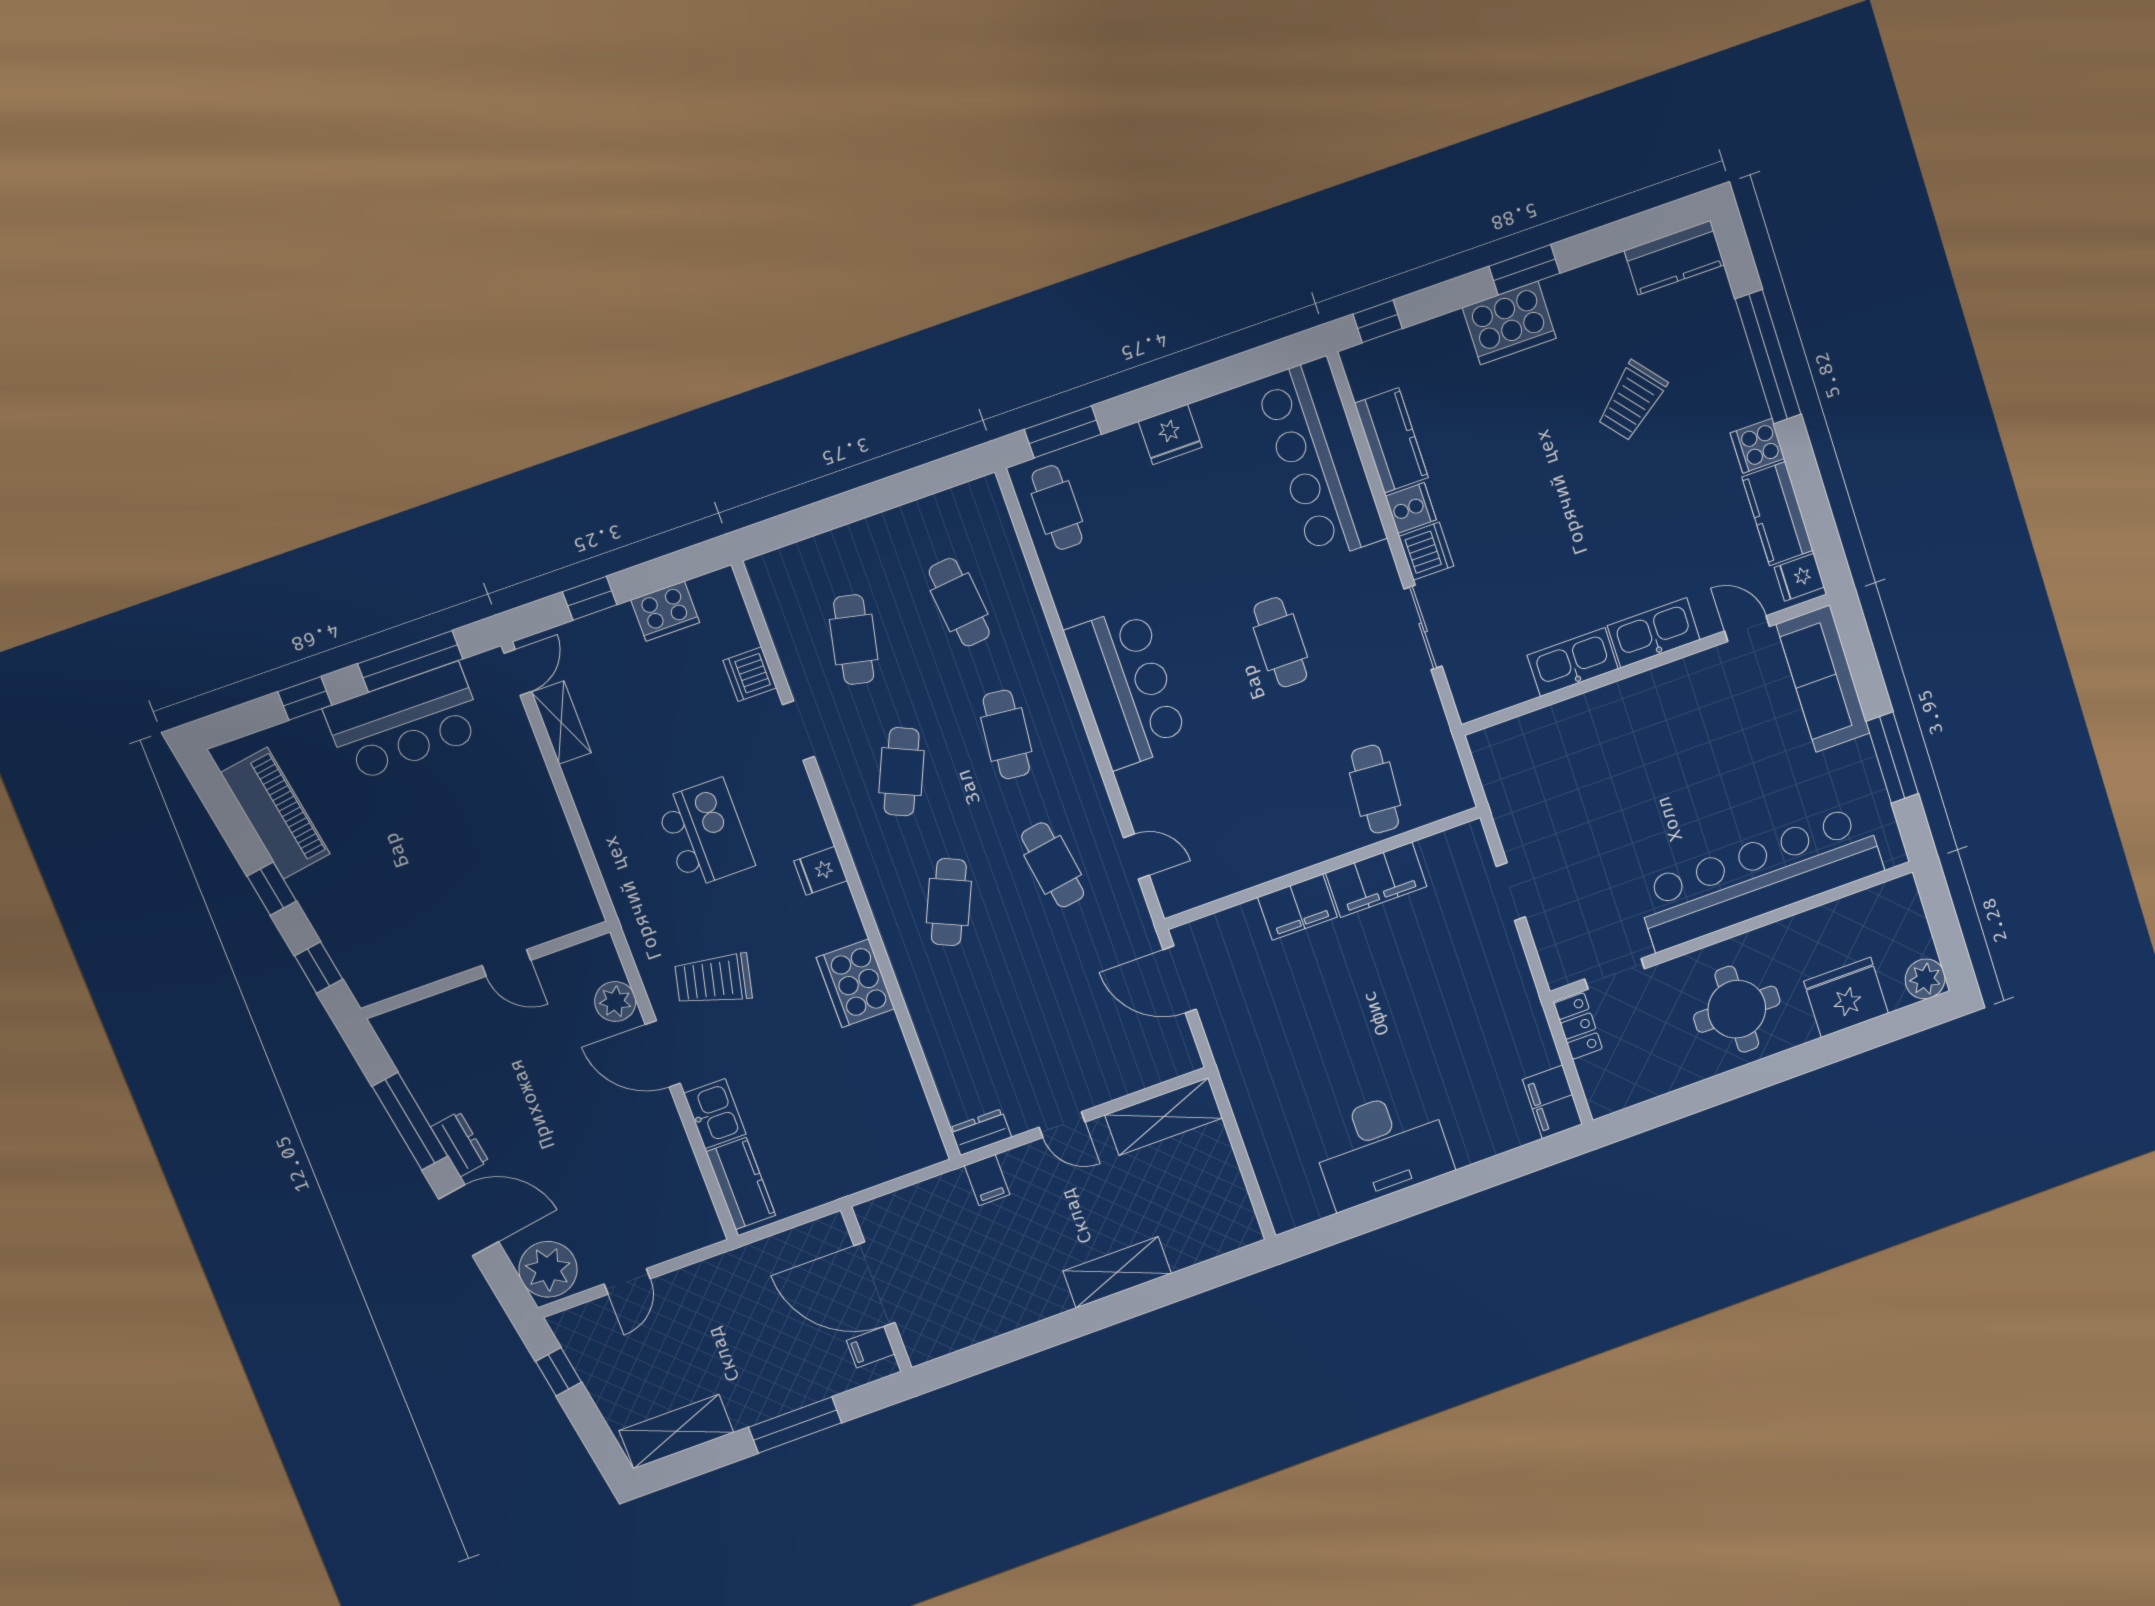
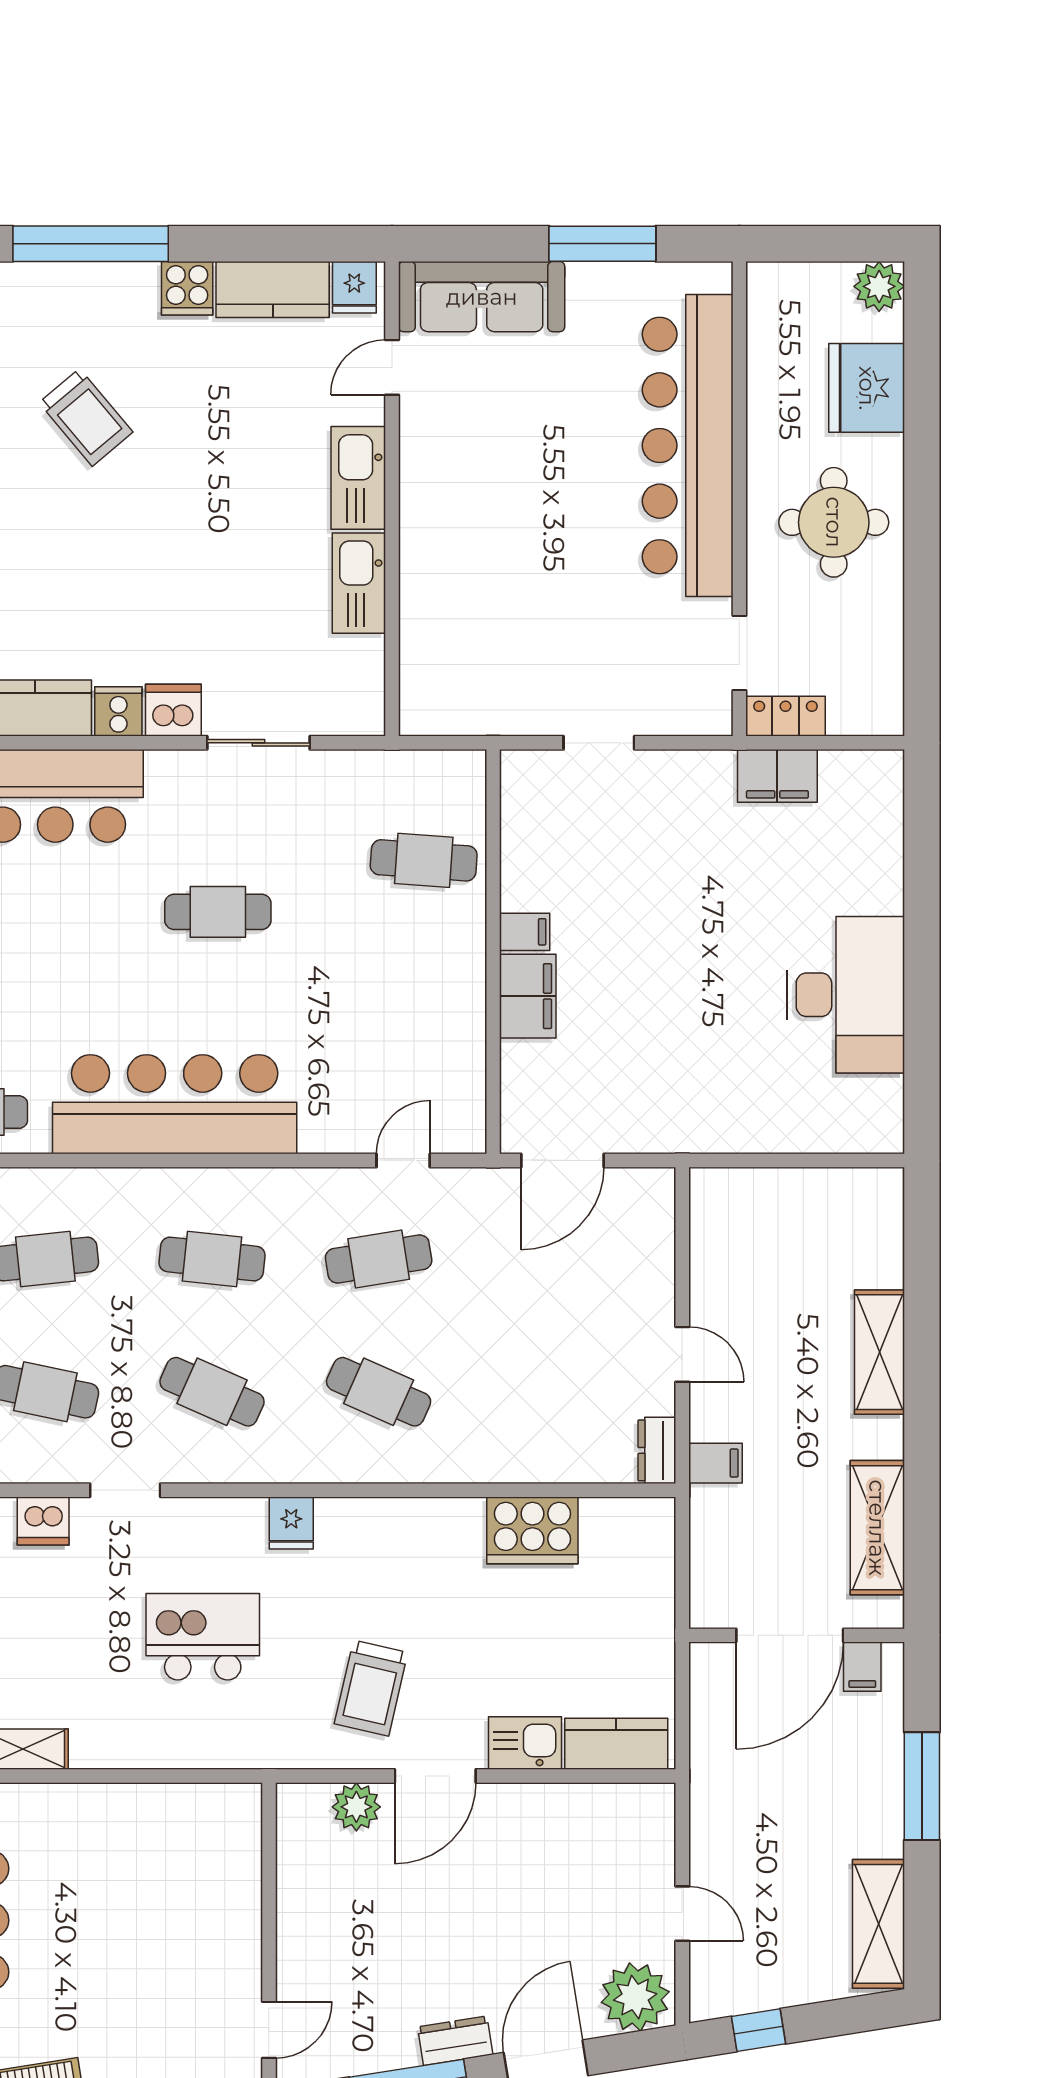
bar counter: (1127, 687) -> (175, 1104), width x1.36
filing cabinet: (1376, 880) -> (525, 932), width x0.33, depth x0.86
door: (506, 963) -> (269, 2030), moved
cooker: (855, 983) -> (532, 1530), moved
filing cabinet: (1553, 1102) -> (777, 776), moved
shelving: (1164, 1117) -> (877, 1528), moved
door: (1062, 1125) -> (682, 1354), hinge flipped

